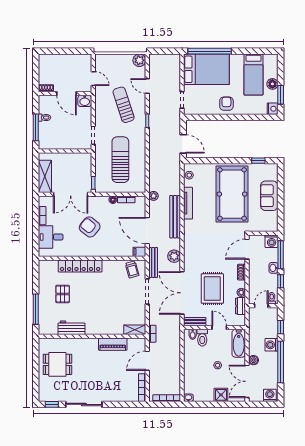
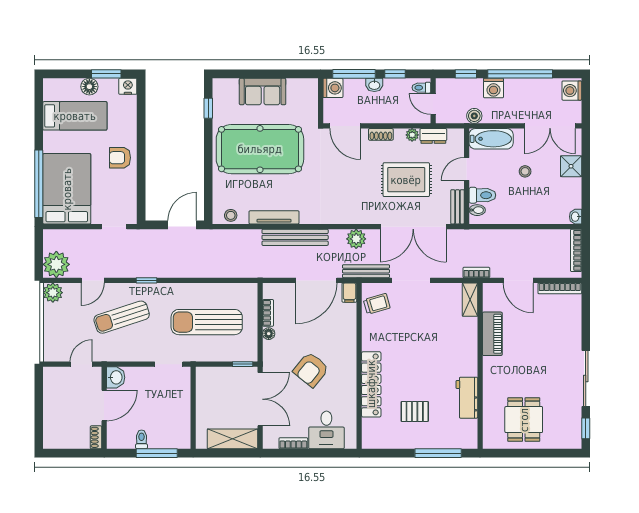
plant: (154, 196) -> (56, 264), moved, width x1.88, depth x1.88
boiler: (253, 360) -> (474, 116), moved

